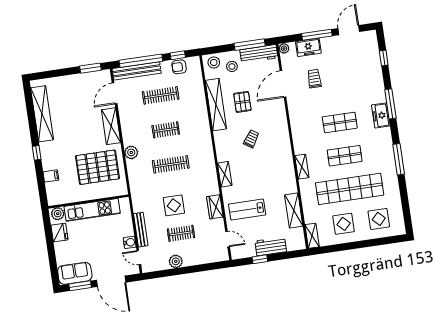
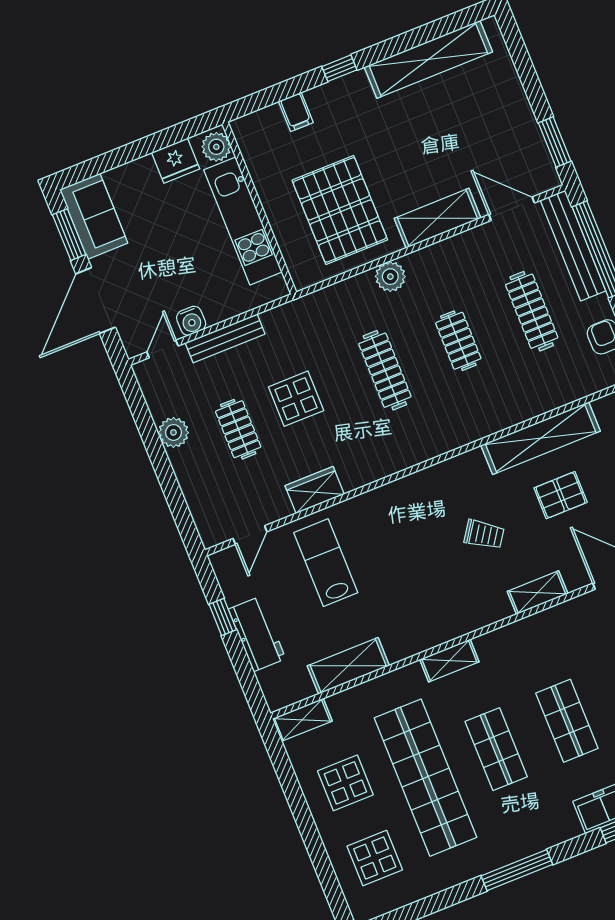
shelving: (225, 174) -> (538, 593), moved

